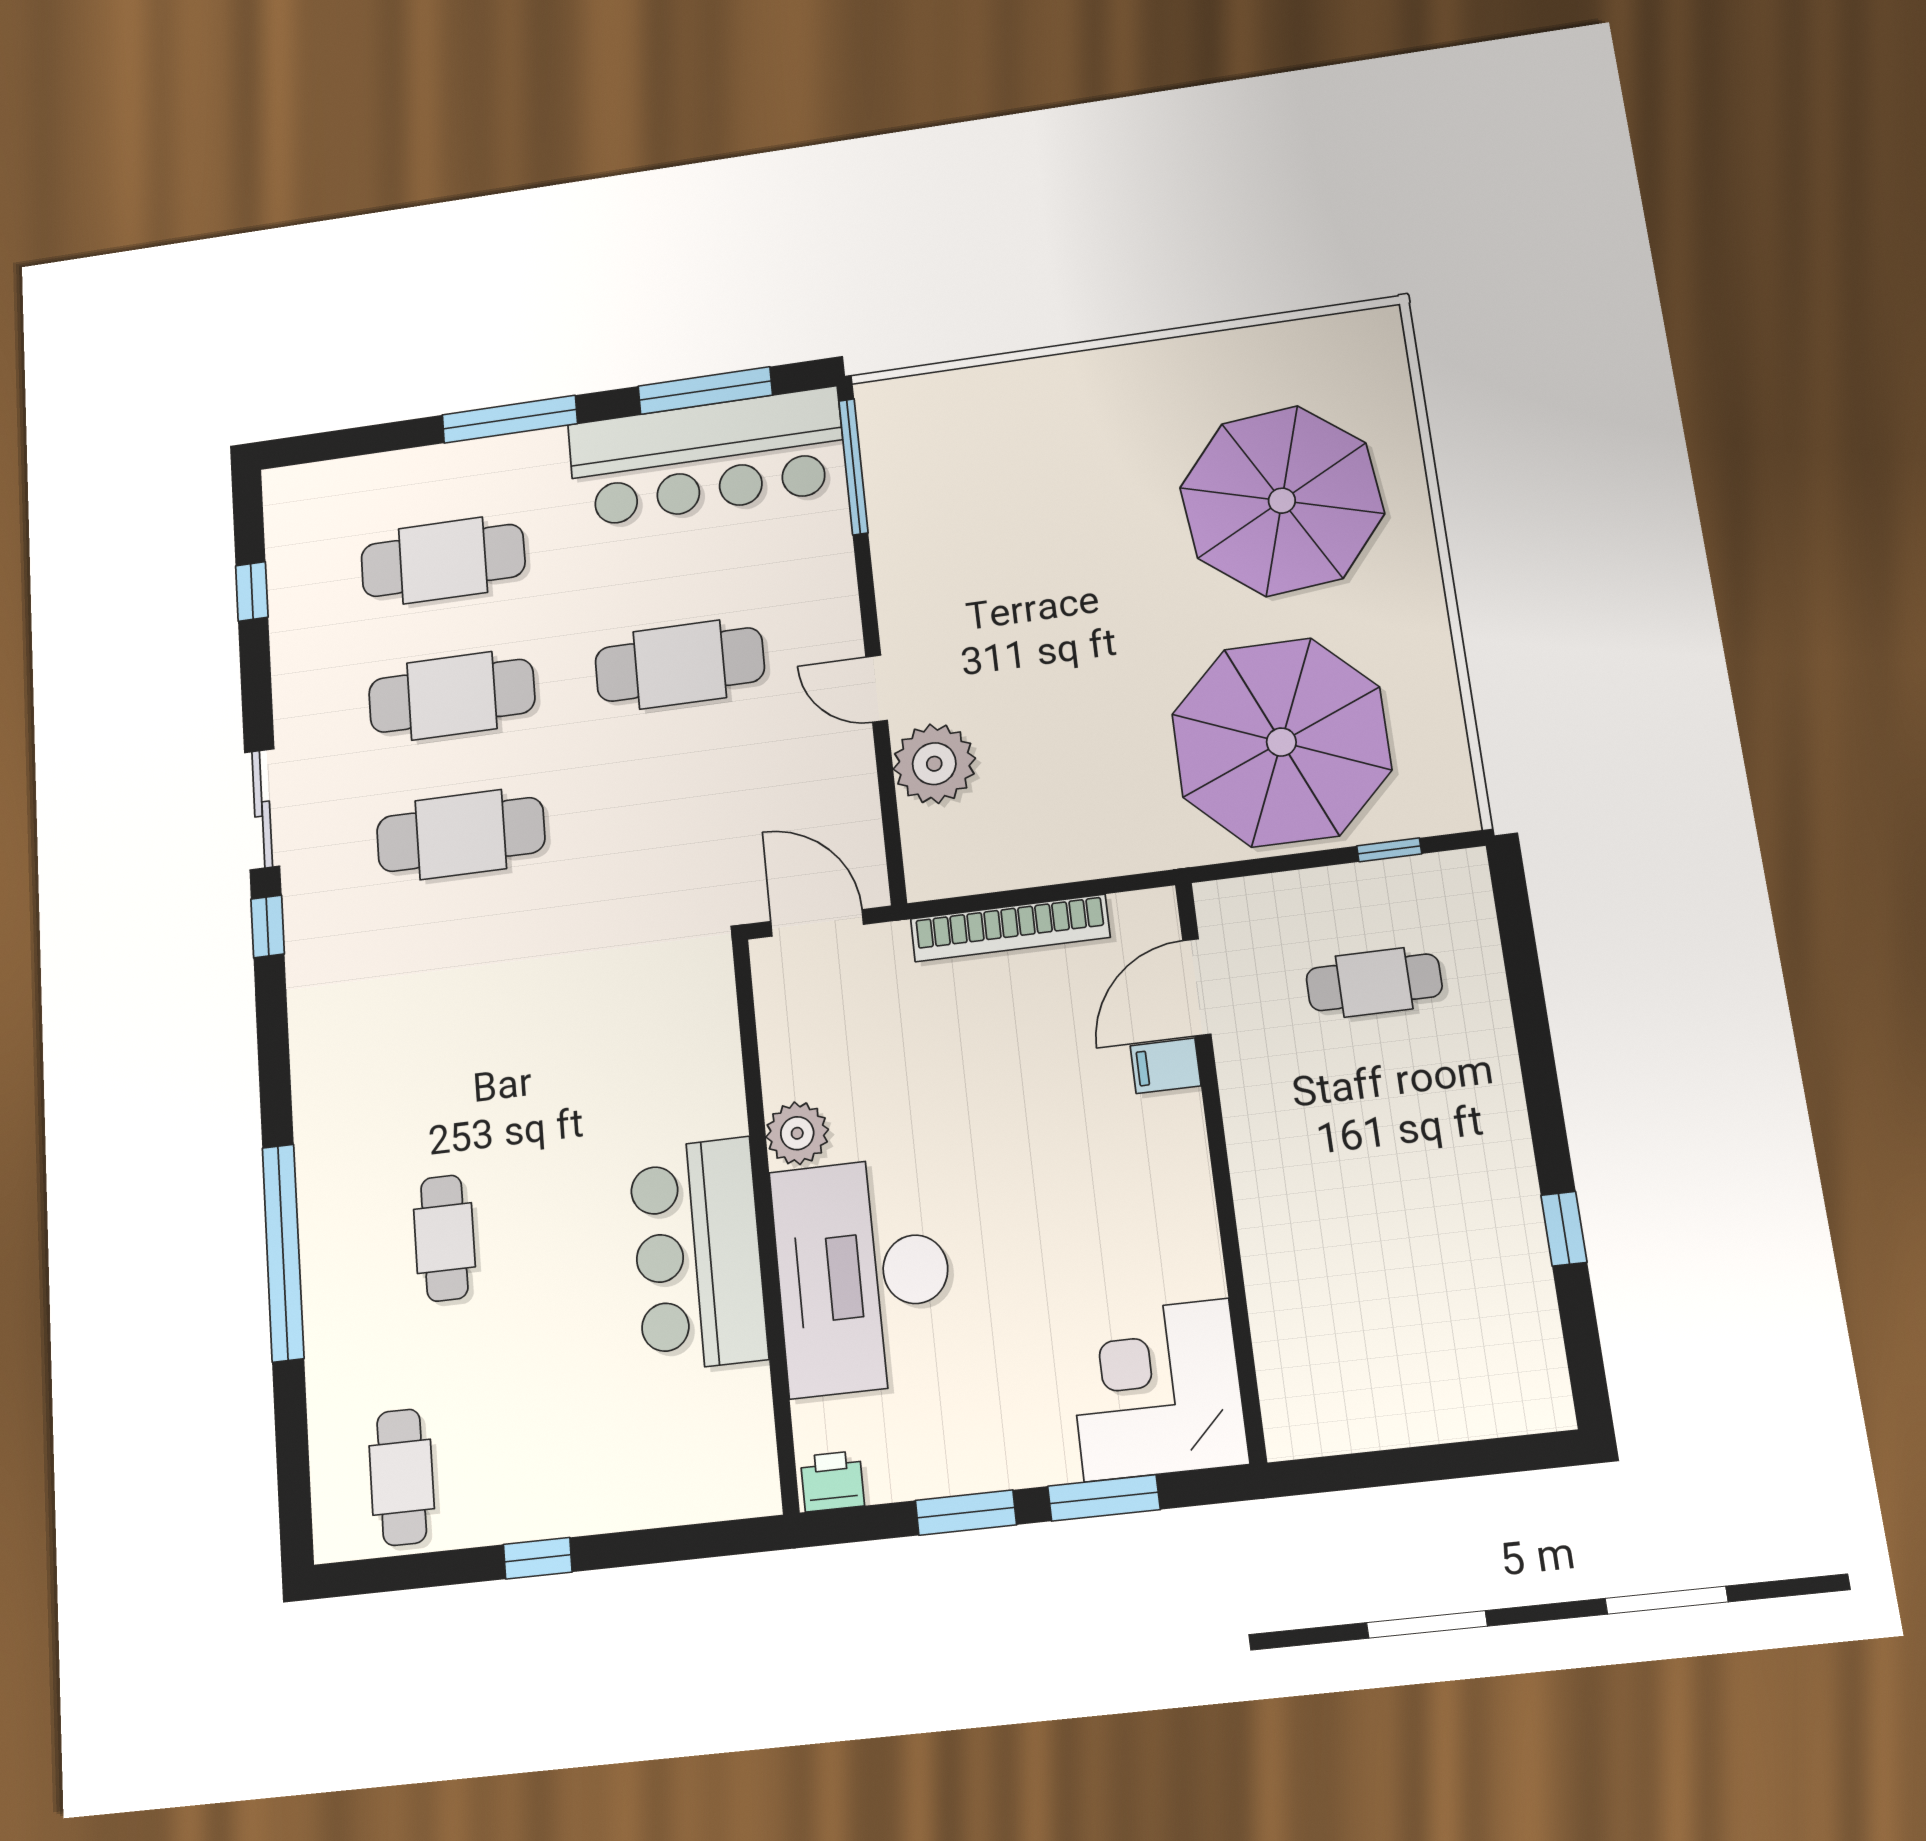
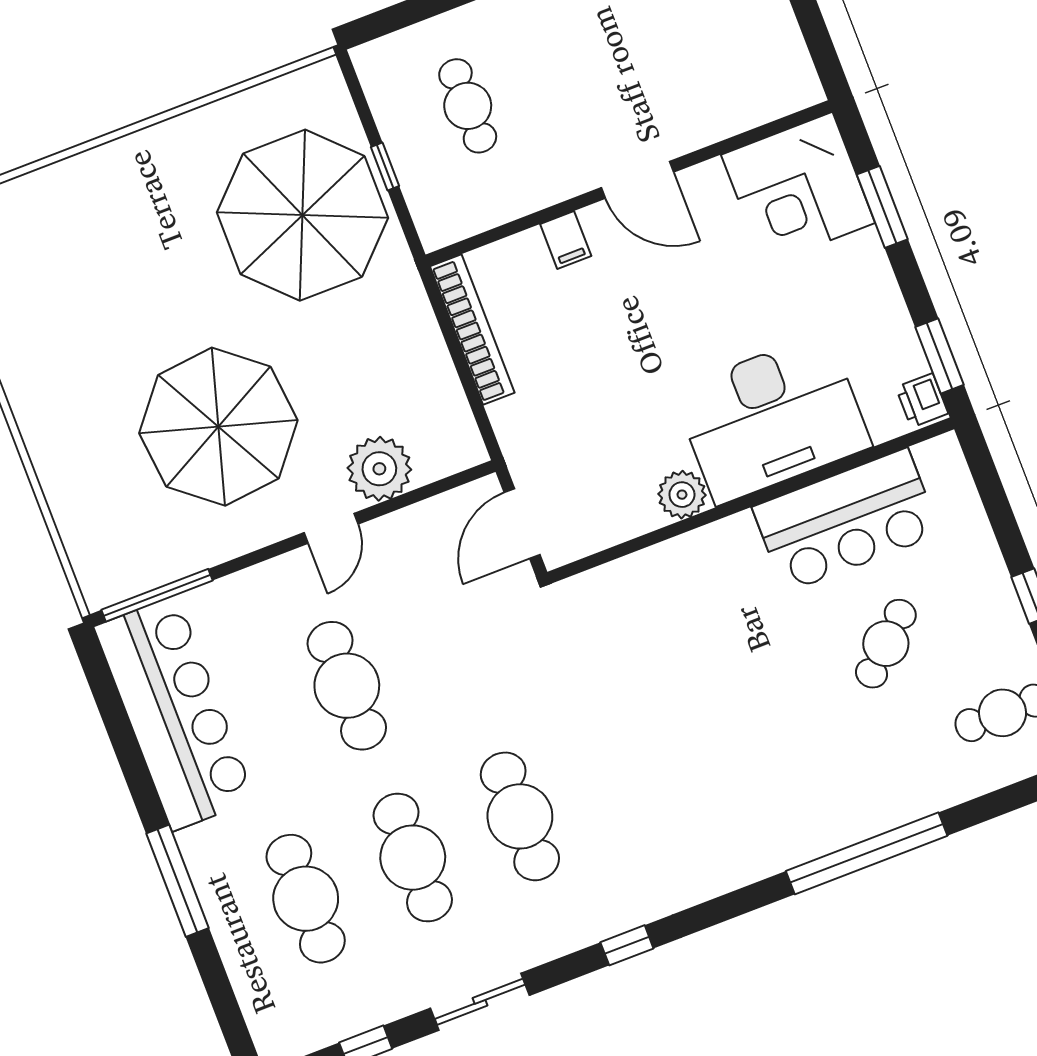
window: (705, 391) -> (120, 730), removed
parasol: (1282, 501) -> (218, 427), moved
sliding door: (262, 809) -> (480, 1002), moved
window: (1389, 850) -> (385, 167), moved
bookcase: (1010, 928) -> (472, 330), moved
door: (1197, 987) -> (637, 180), moved
cafe table: (444, 1238) -> (886, 644), moved, turned -43
bar counter: (698, 1254) -> (846, 520), moved
window: (966, 1513) -> (939, 356), moved

